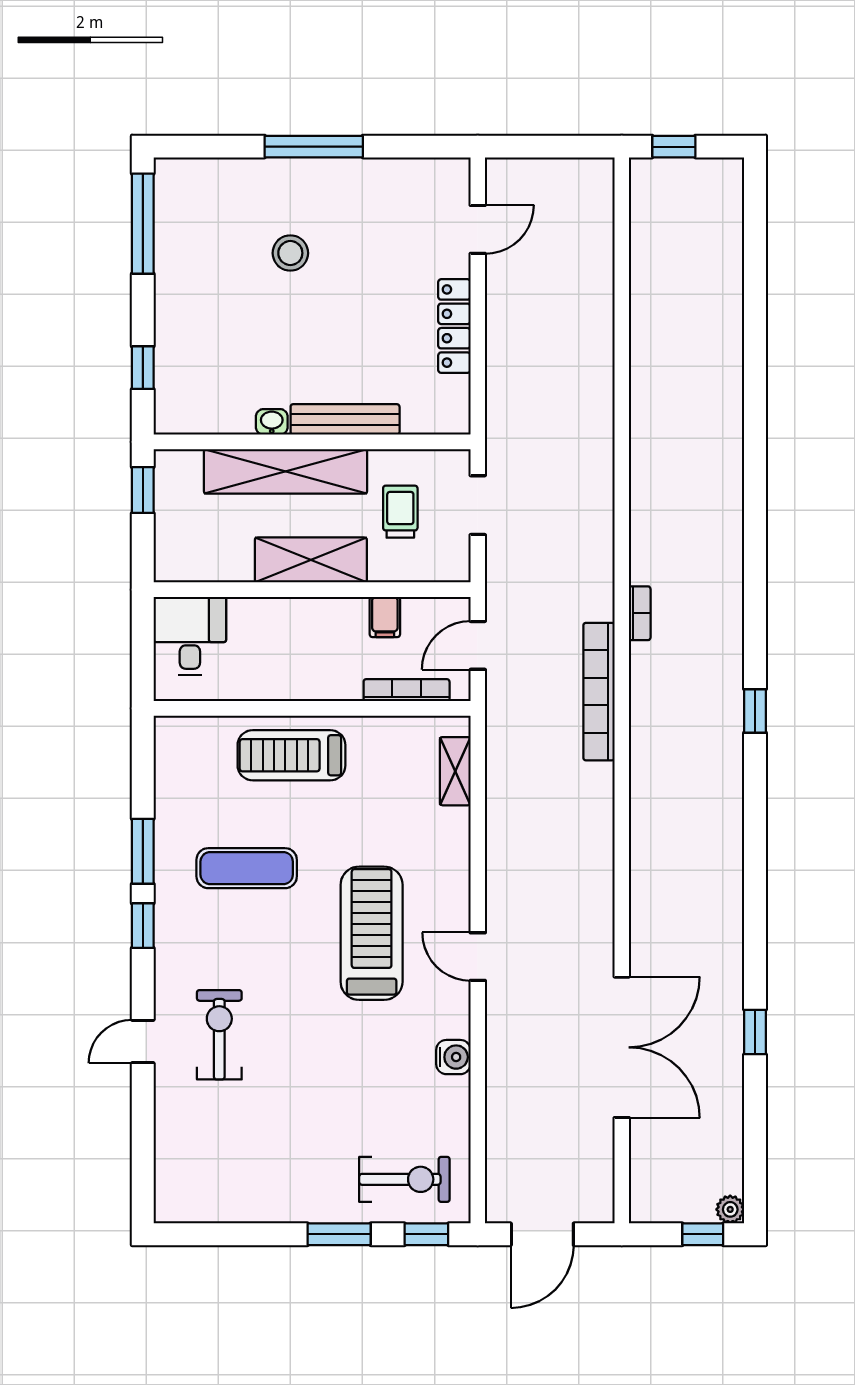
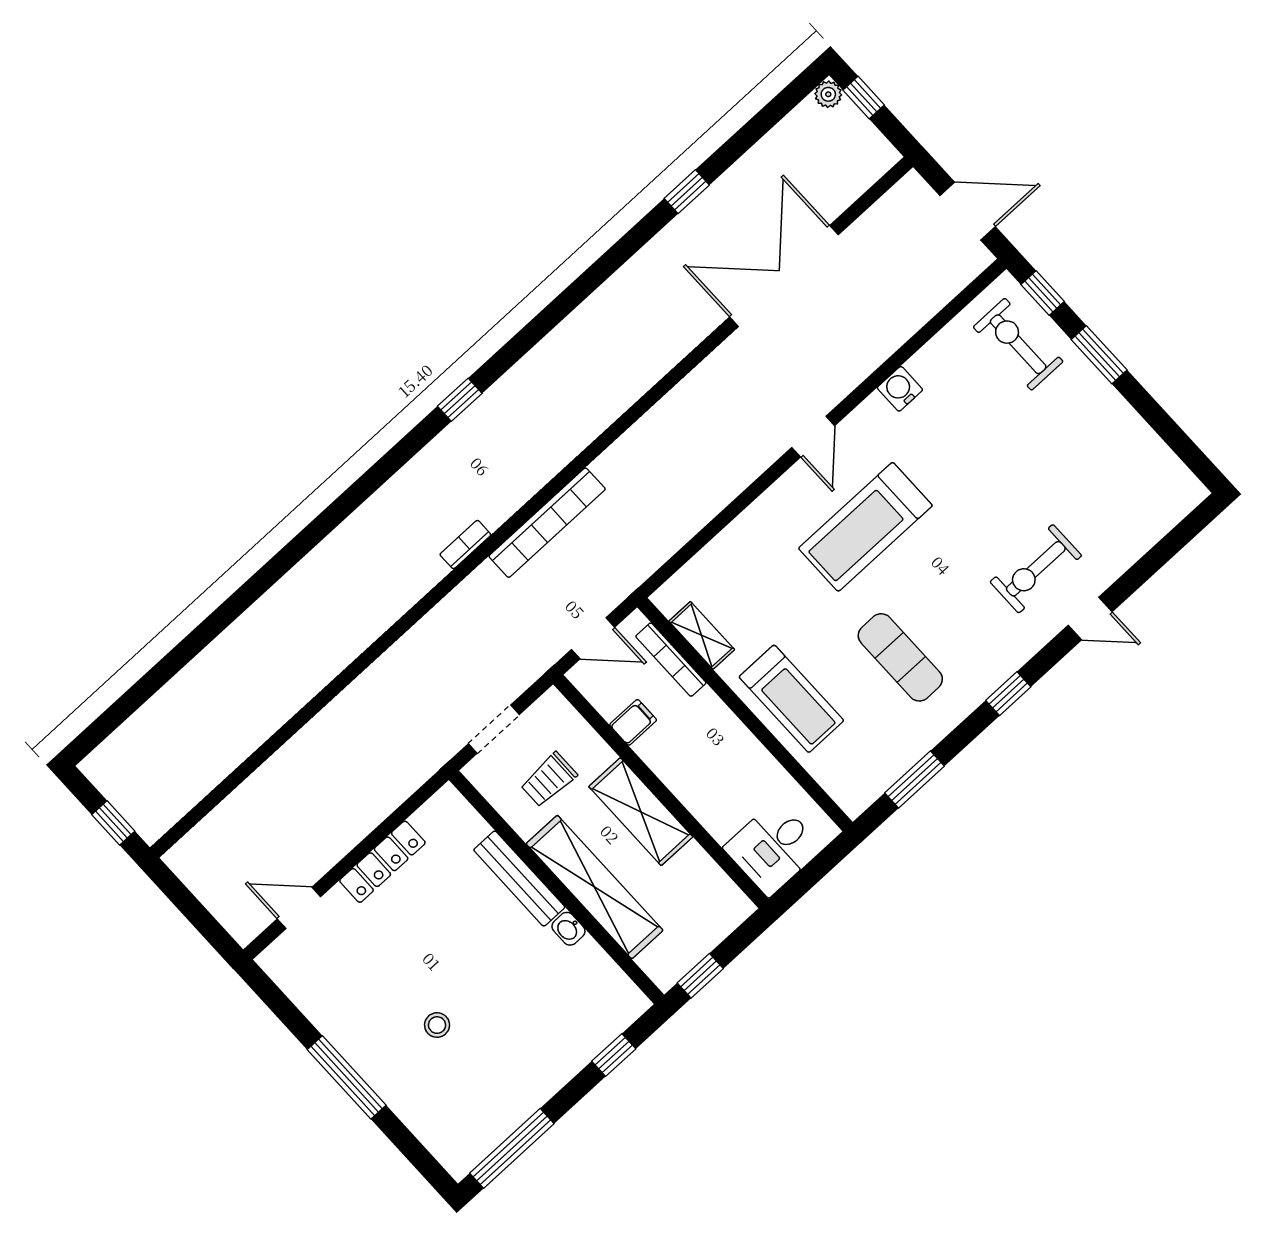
stool: (290, 253) -> (437, 1025), width x0.73, depth x0.73
shelving: (455, 771) -> (702, 635), moved, turned 90
window: (143, 851) -> (914, 780), moved

